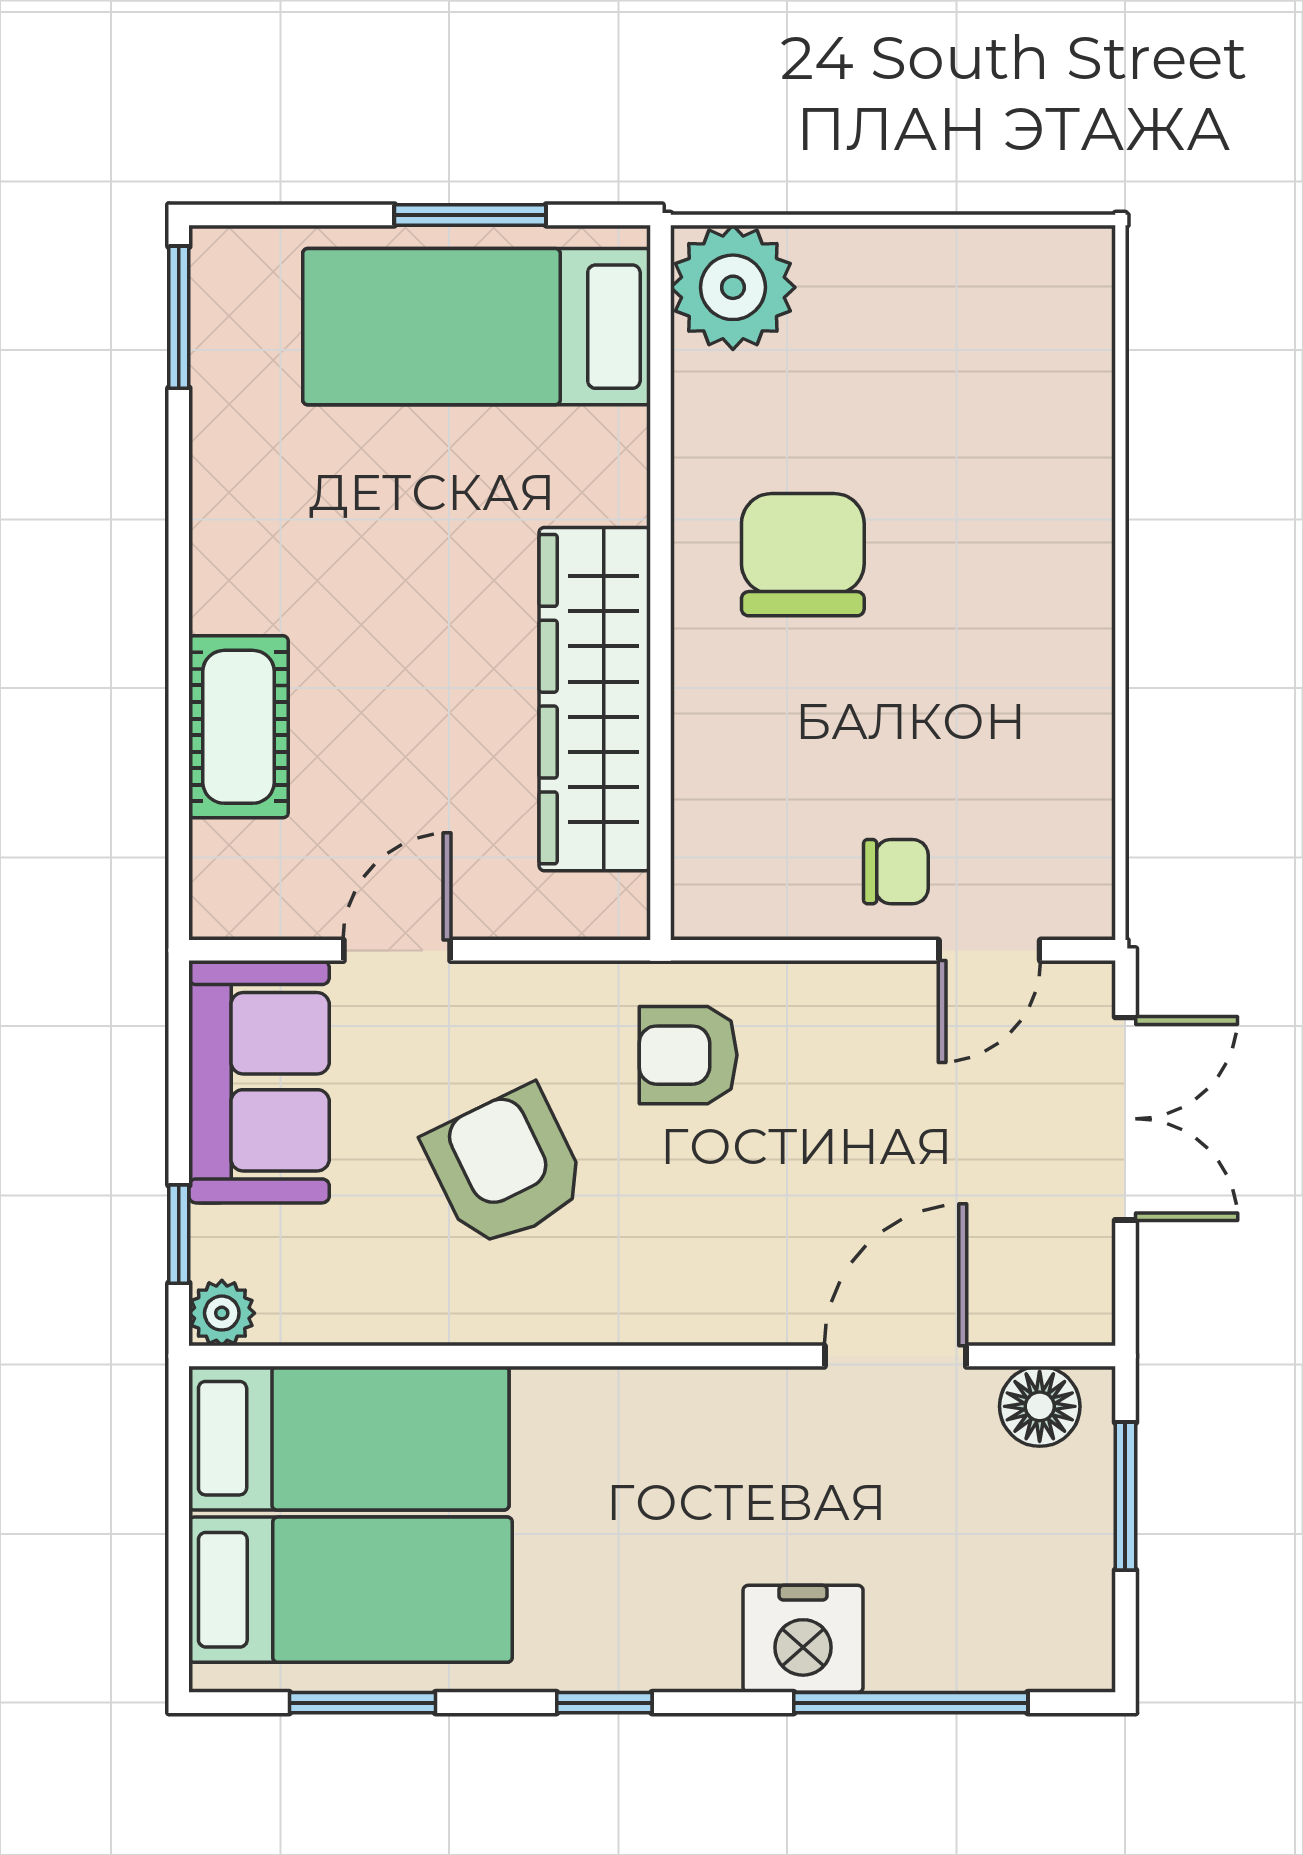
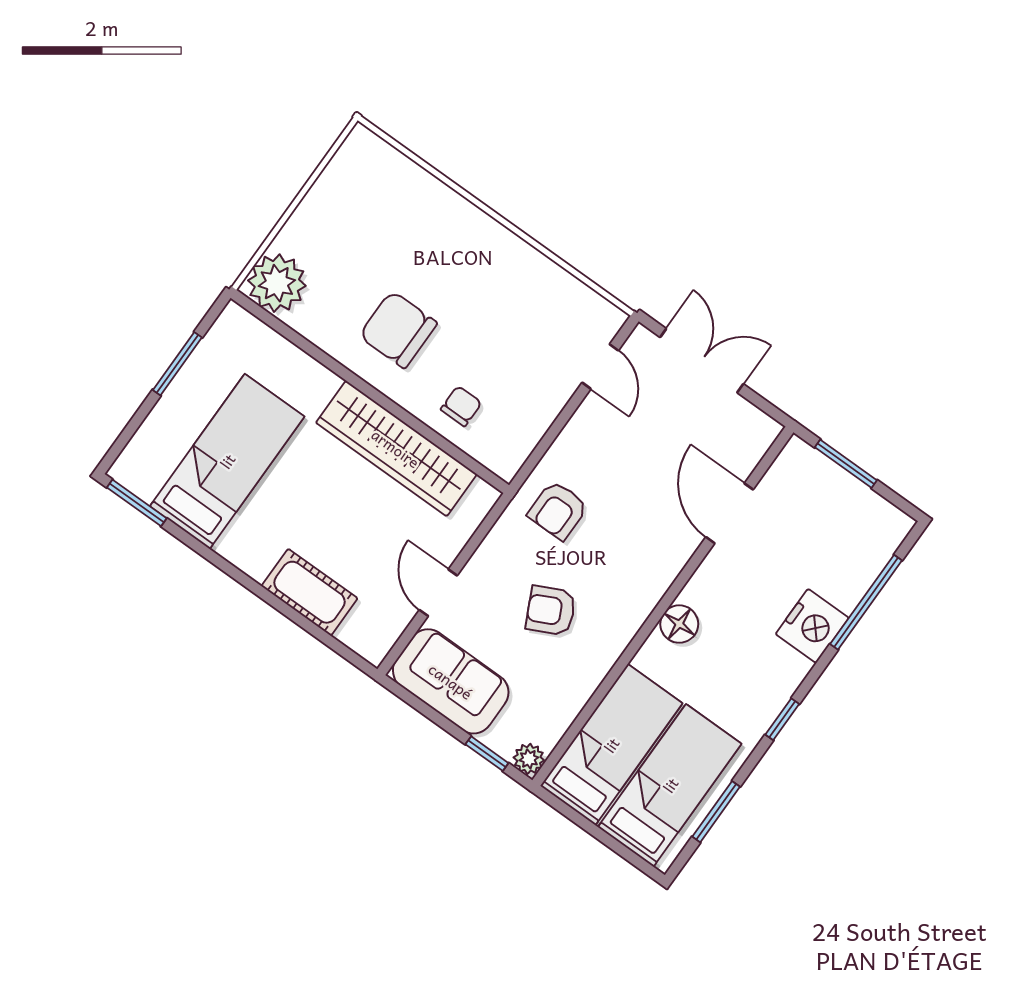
bed: (477, 327) -> (227, 461), moved, turned 180
chair: (896, 872) -> (461, 406), moved
armchair: (506, 1167) -> (551, 611), width x0.72, depth x0.72
floor lamp: (1040, 1406) -> (679, 624), moved

